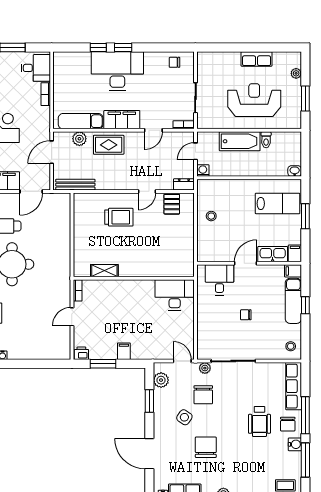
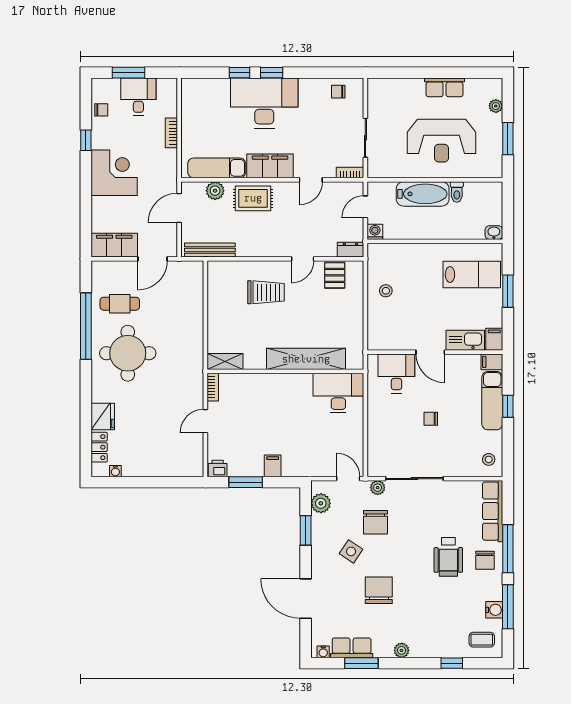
desk: (36, 68) -> (138, 97), moved, turned -90
reception desk: (254, 100) -> (442, 141), turned 180
door: (246, 263) -> (430, 352), swing flipped
shelving: (150, 269) -> (306, 359), added
shelving: (104, 271) -> (225, 362), moved
water cooler: (295, 444) -> (494, 610), moved

